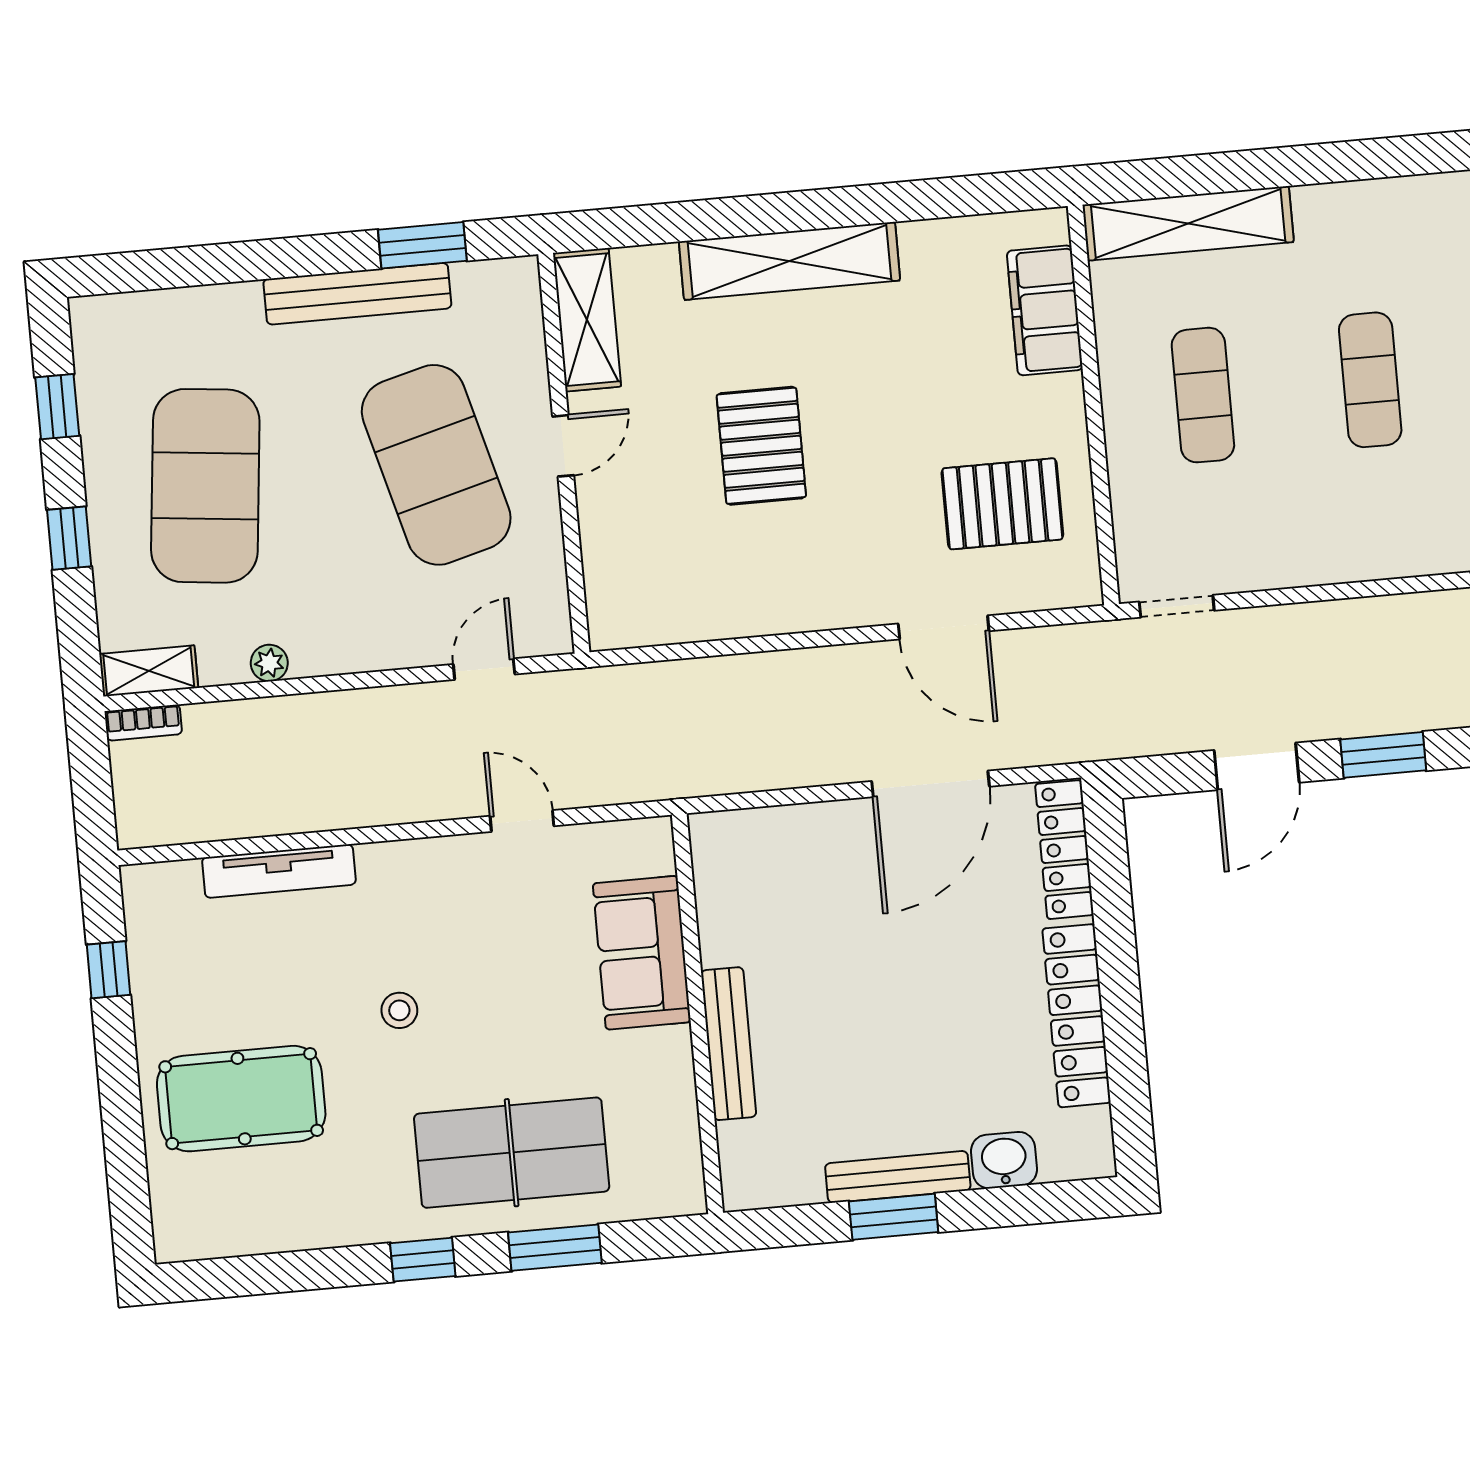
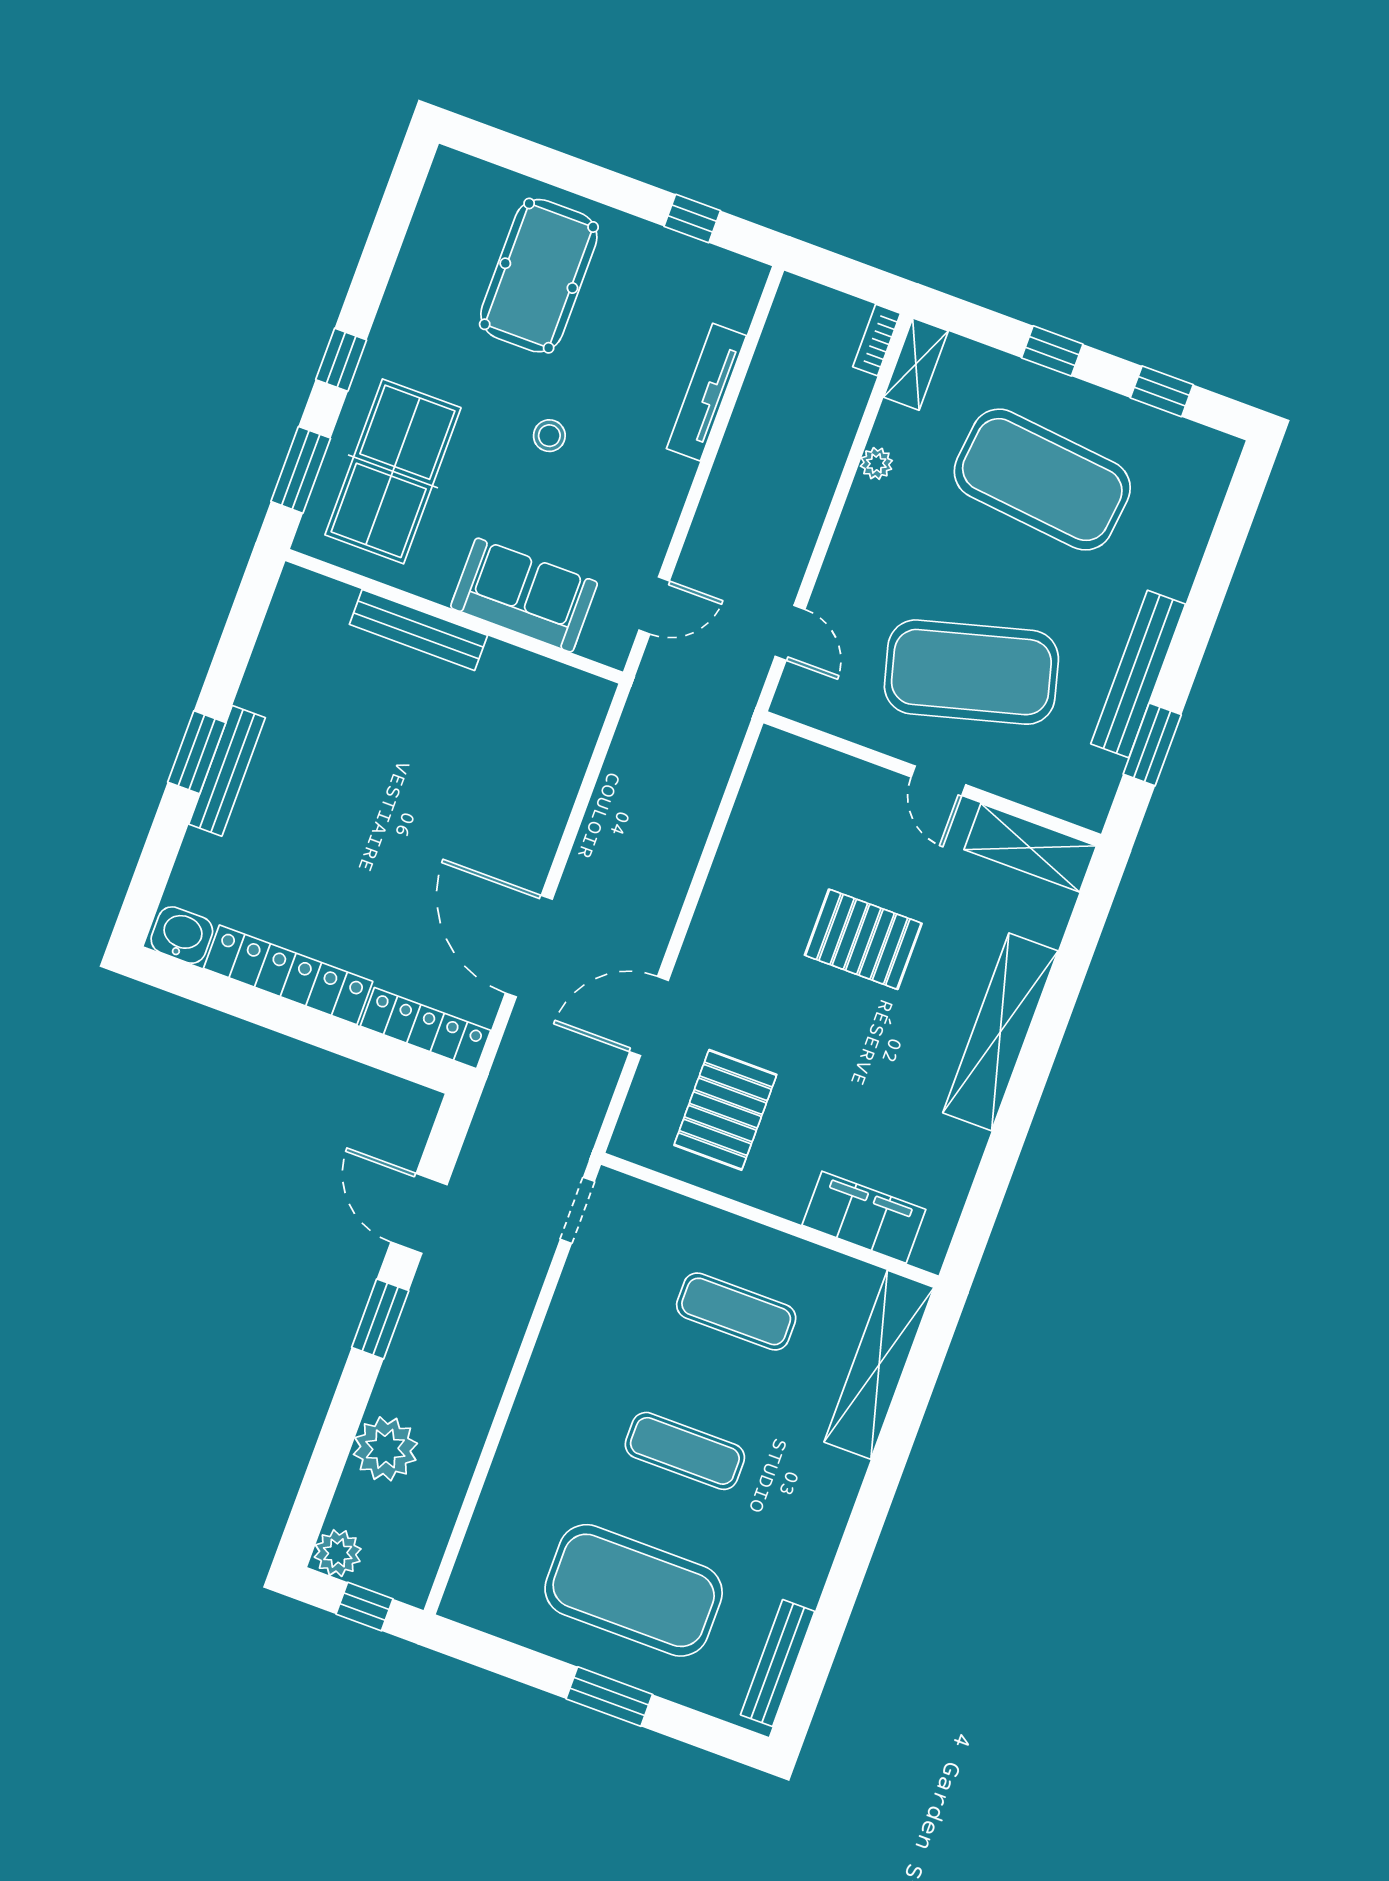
sofa: (642, 953) -> (524, 595), moved
wall: (697, 1014) -> (454, 616), moved
bench: (729, 1044) -> (418, 630), moved
washbasin: (1004, 1160) -> (182, 935), moved, turned -90

